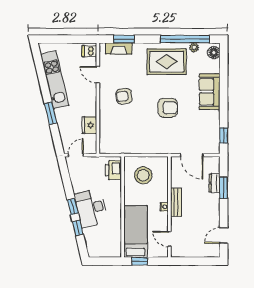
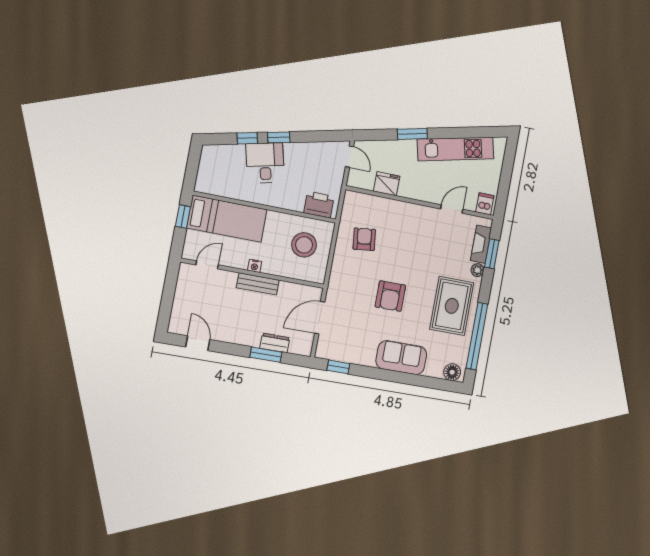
plant: (194, 48) -> (477, 270), moved
armchair: (124, 96) -> (364, 239), moved
desk: (91, 208) -> (265, 163), width x0.73

